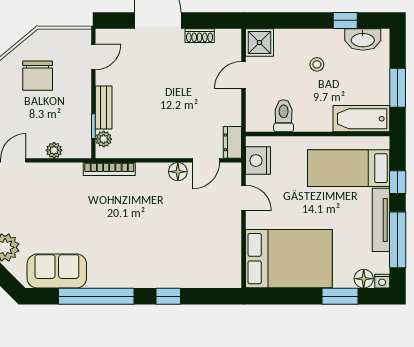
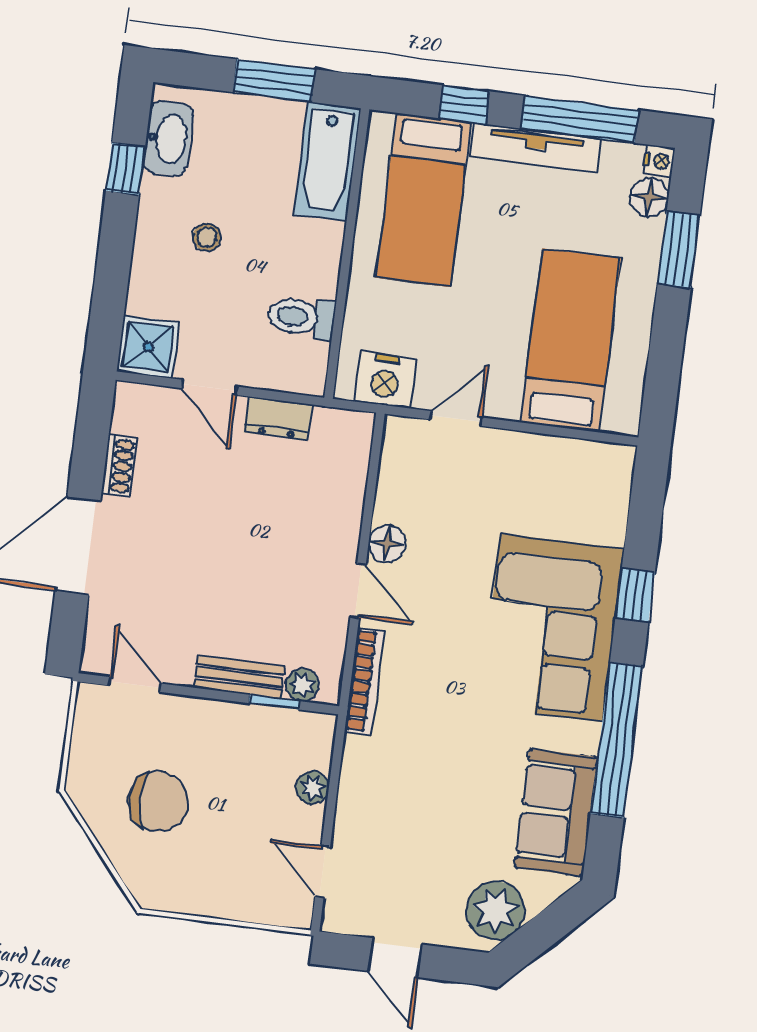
dresser: (232, 142) -> (278, 419), moved
door: (206, 160) -> (358, 591), moved
corner sofa: (147, 257) -> (552, 628), added
bed: (289, 259) -> (570, 340), width x0.67

